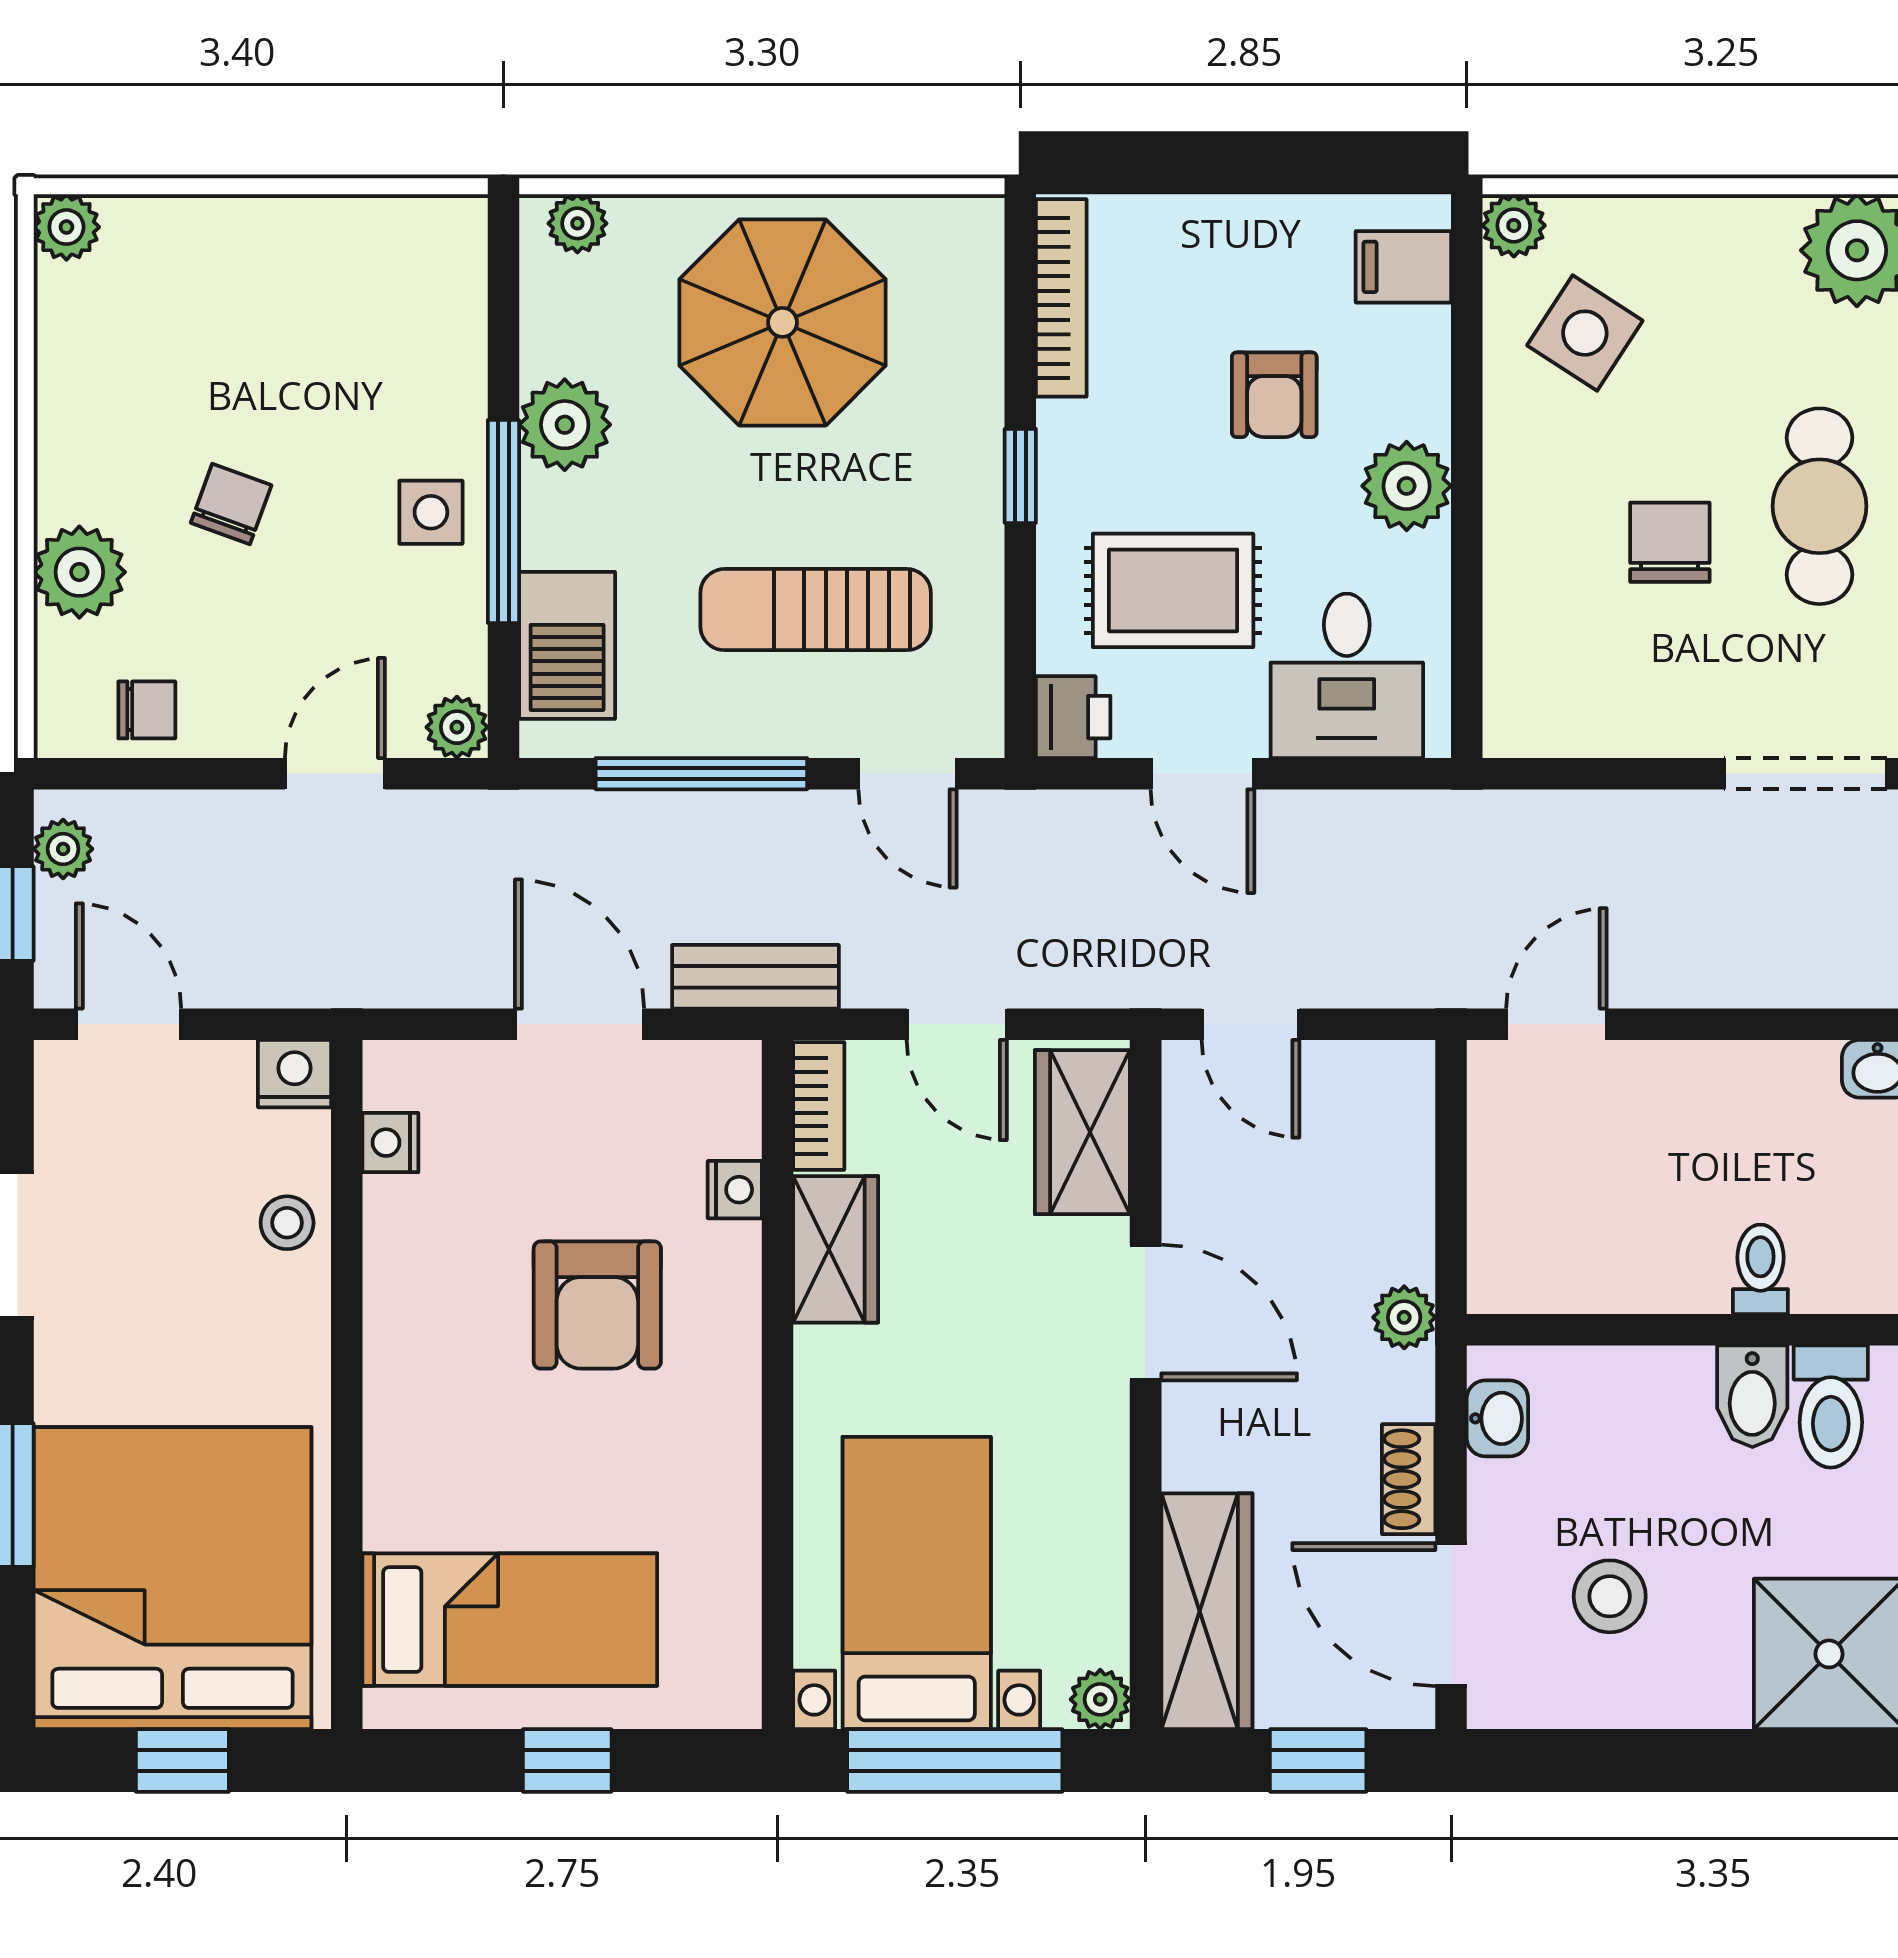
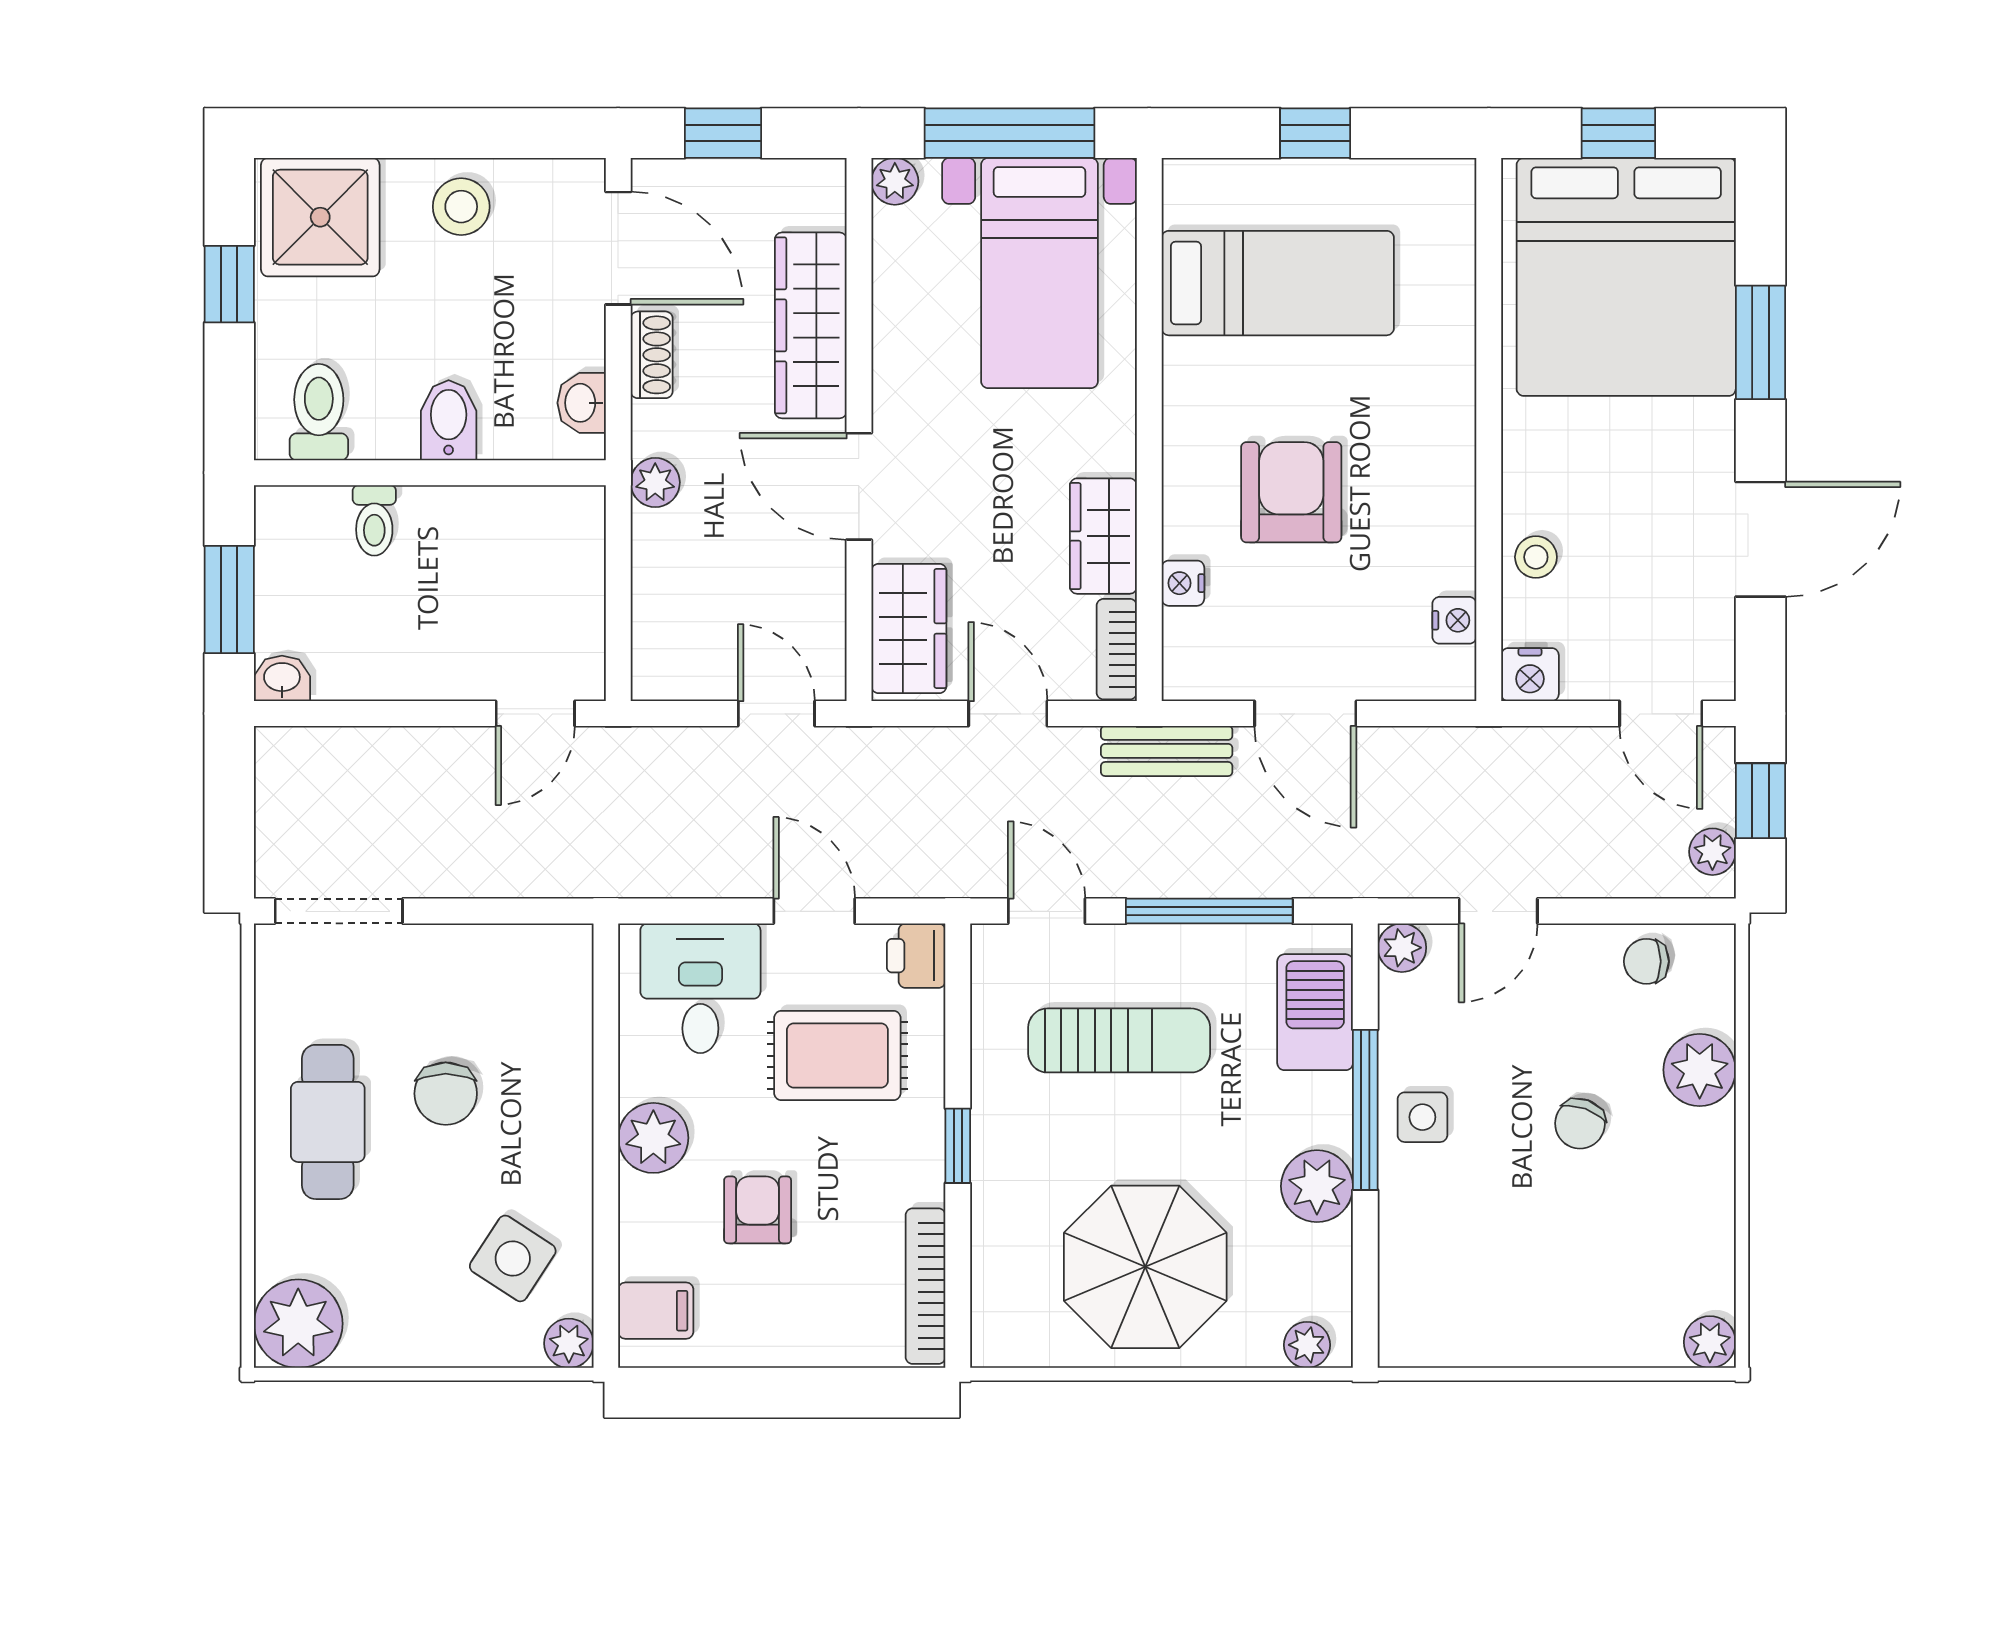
bidet: (1752, 1396) -> (449, 420), moved
stool: (1610, 1596) -> (461, 207), moved
wardrobe: (1207, 1611) -> (811, 325), moved
bed: (510, 1620) -> (1278, 283), moved, turned 180

